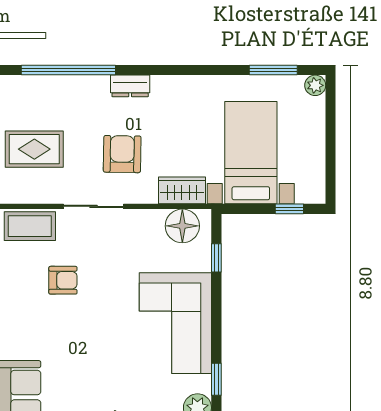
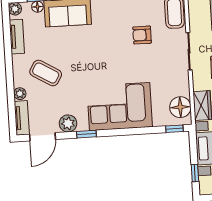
window: (216, 258) -> (174, 129), moved
armchair: (63, 280) -> (142, 35), turned 90

